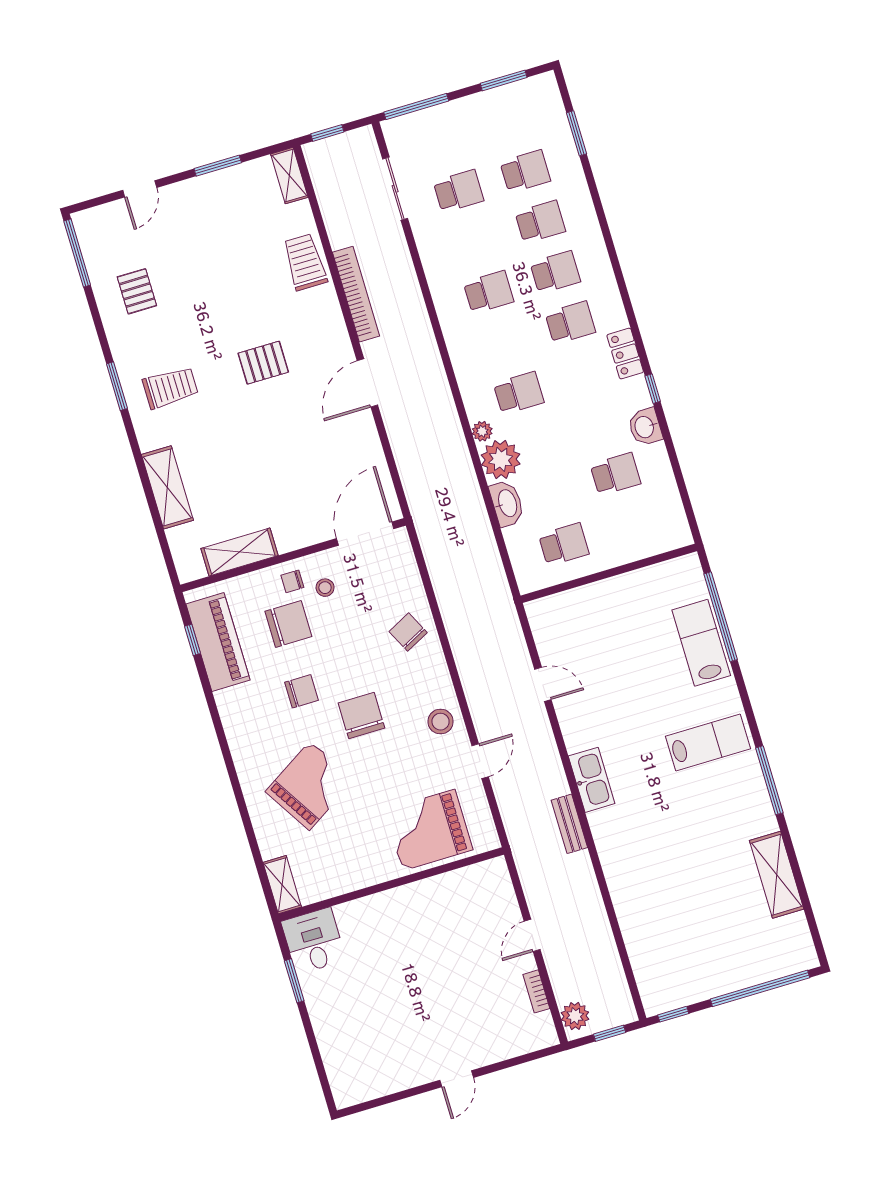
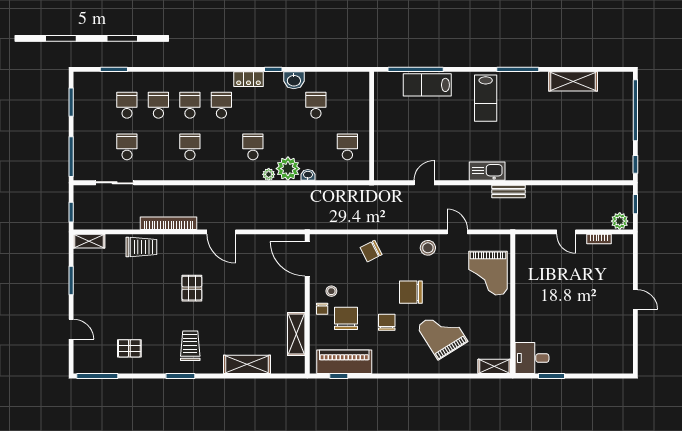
trolley: (305, 262) -> (141, 247), turned 180
washbasin: (507, 503) -> (308, 175), width x0.52, depth x0.69
lab bench: (708, 743) -> (486, 98), turned 180

